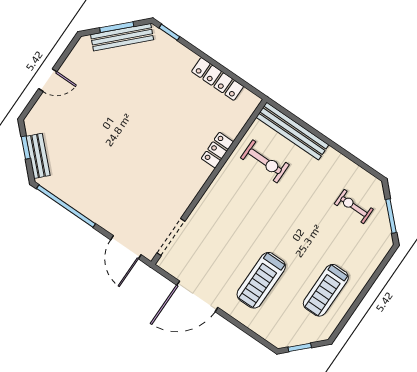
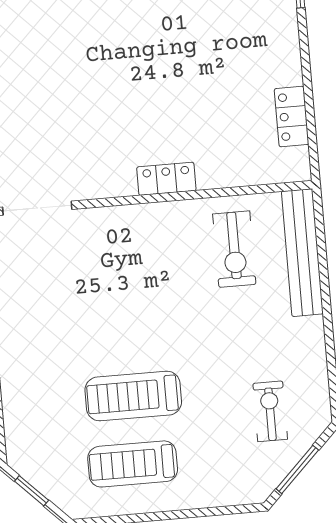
locker: (218, 79) -> (292, 117), width x0.66
locker: (217, 150) -> (166, 179), moved
treadmill: (261, 280) -> (133, 396), moved

